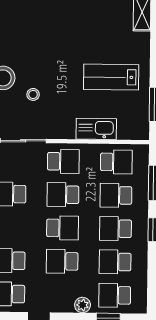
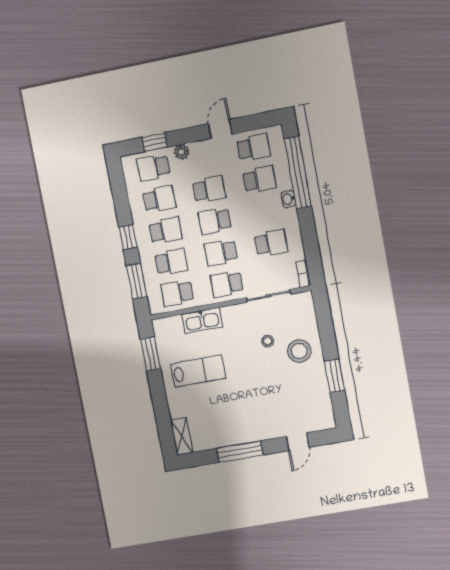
school desk: (63, 195) -> (221, 252), turned 180
school desk: (115, 295) -> (153, 167), turned 180

